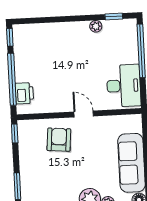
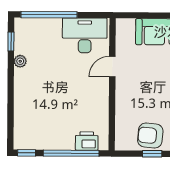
door: (84, 114) -> (112, 67), moved
window: (15, 134) -> (152, 154), moved
armchair: (59, 140) -> (150, 136), moved

